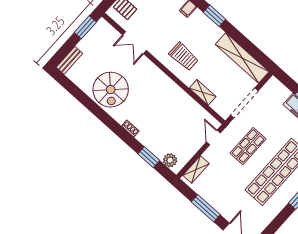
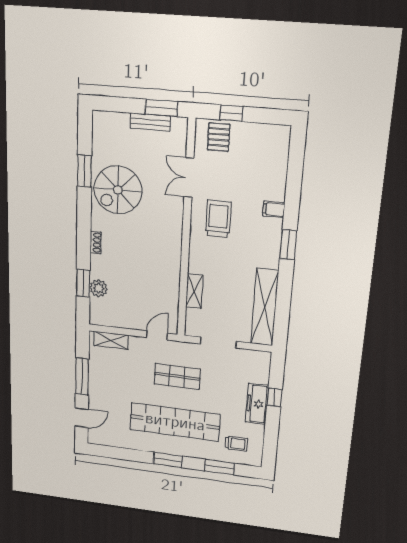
trolley: (184, 56) -> (218, 219), moved, turned 180
bench: (69, 60) -> (150, 122), moved
window: (85, 100) -> (85, 171), added
doorway: (244, 103) -> (218, 343), width x0.73
plant: (170, 160) -> (99, 288), moved

